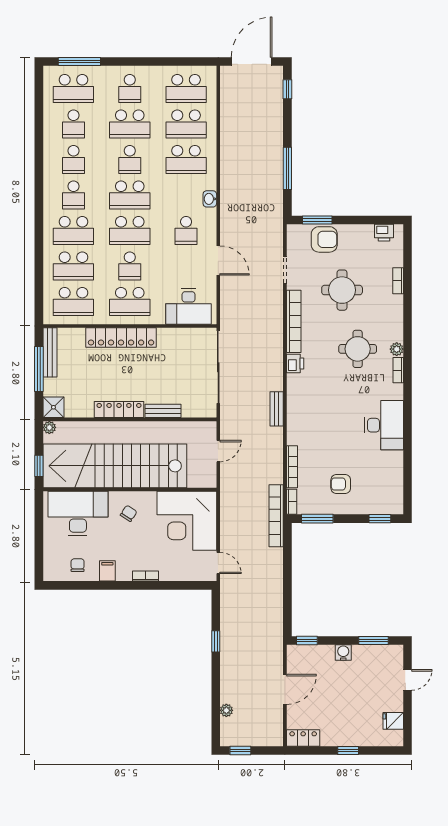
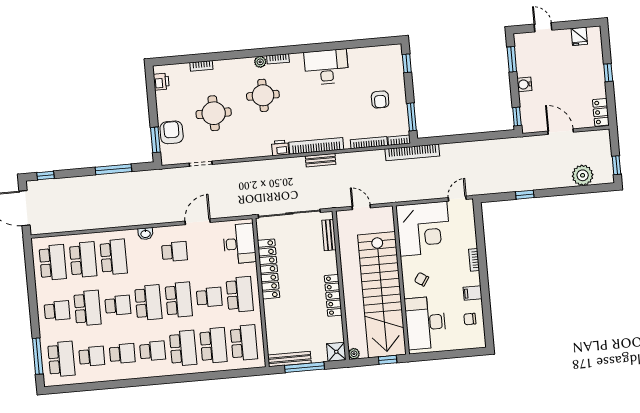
bookcase: (294, 321) -> (316, 146), moved
locker: (121, 338) -> (269, 269), moved
bench: (163, 411) -> (329, 235), moved
plant: (226, 710) -> (583, 175), width x1.88, depth x1.88

